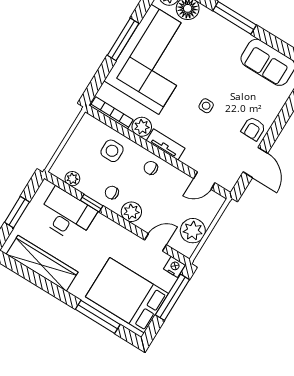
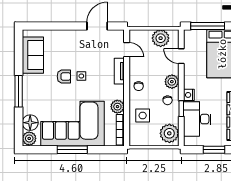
armchair: (253, 129) -> (64, 76), moved
tv unit: (166, 144) -> (119, 71), moved
plant: (72, 179) -> (169, 133), width x1.88, depth x1.88
nightstand: (174, 267) -> (189, 95), moved

